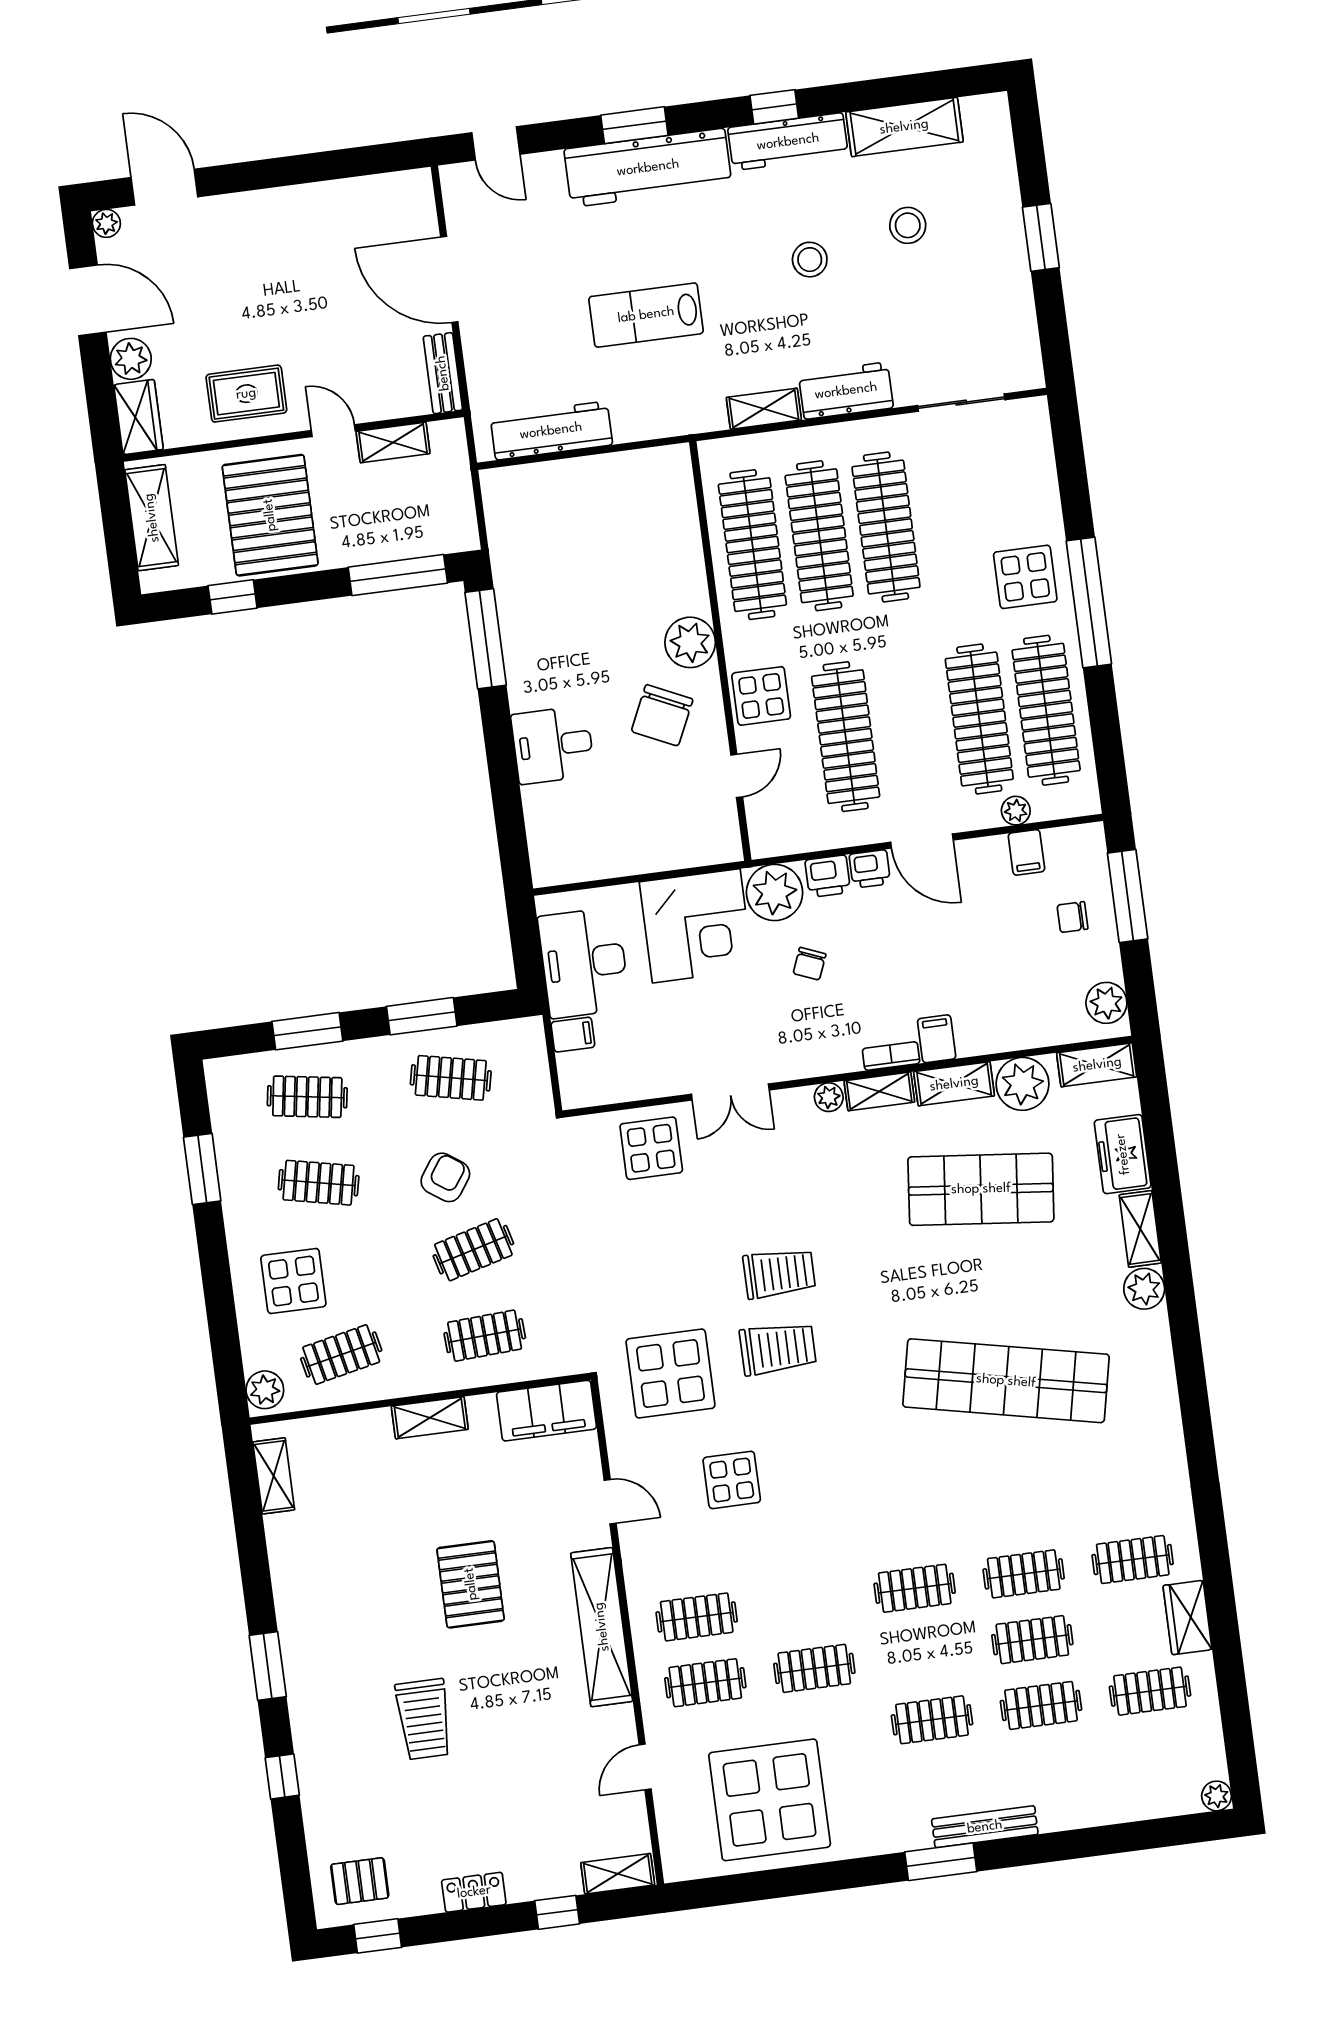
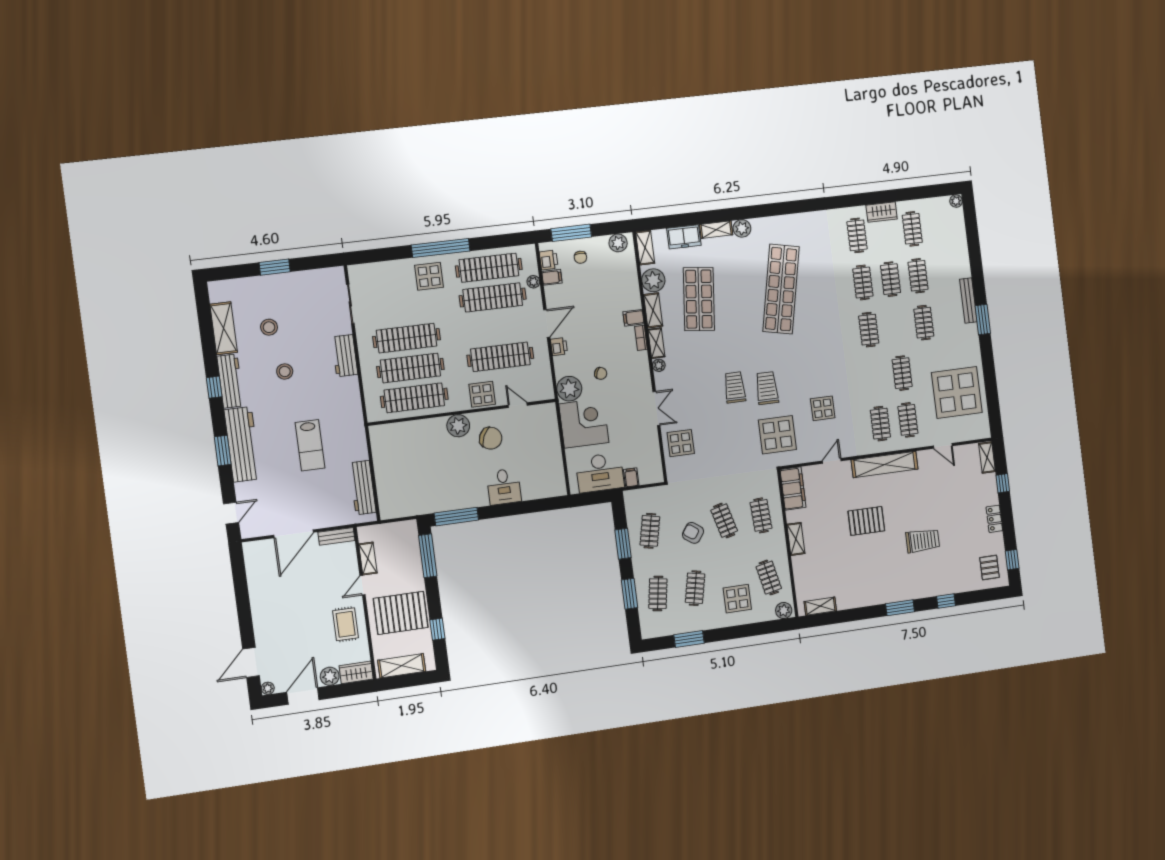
shelving: (764, 409) -> (353, 392), removed
printer: (828, 876) -> (549, 260), moved

